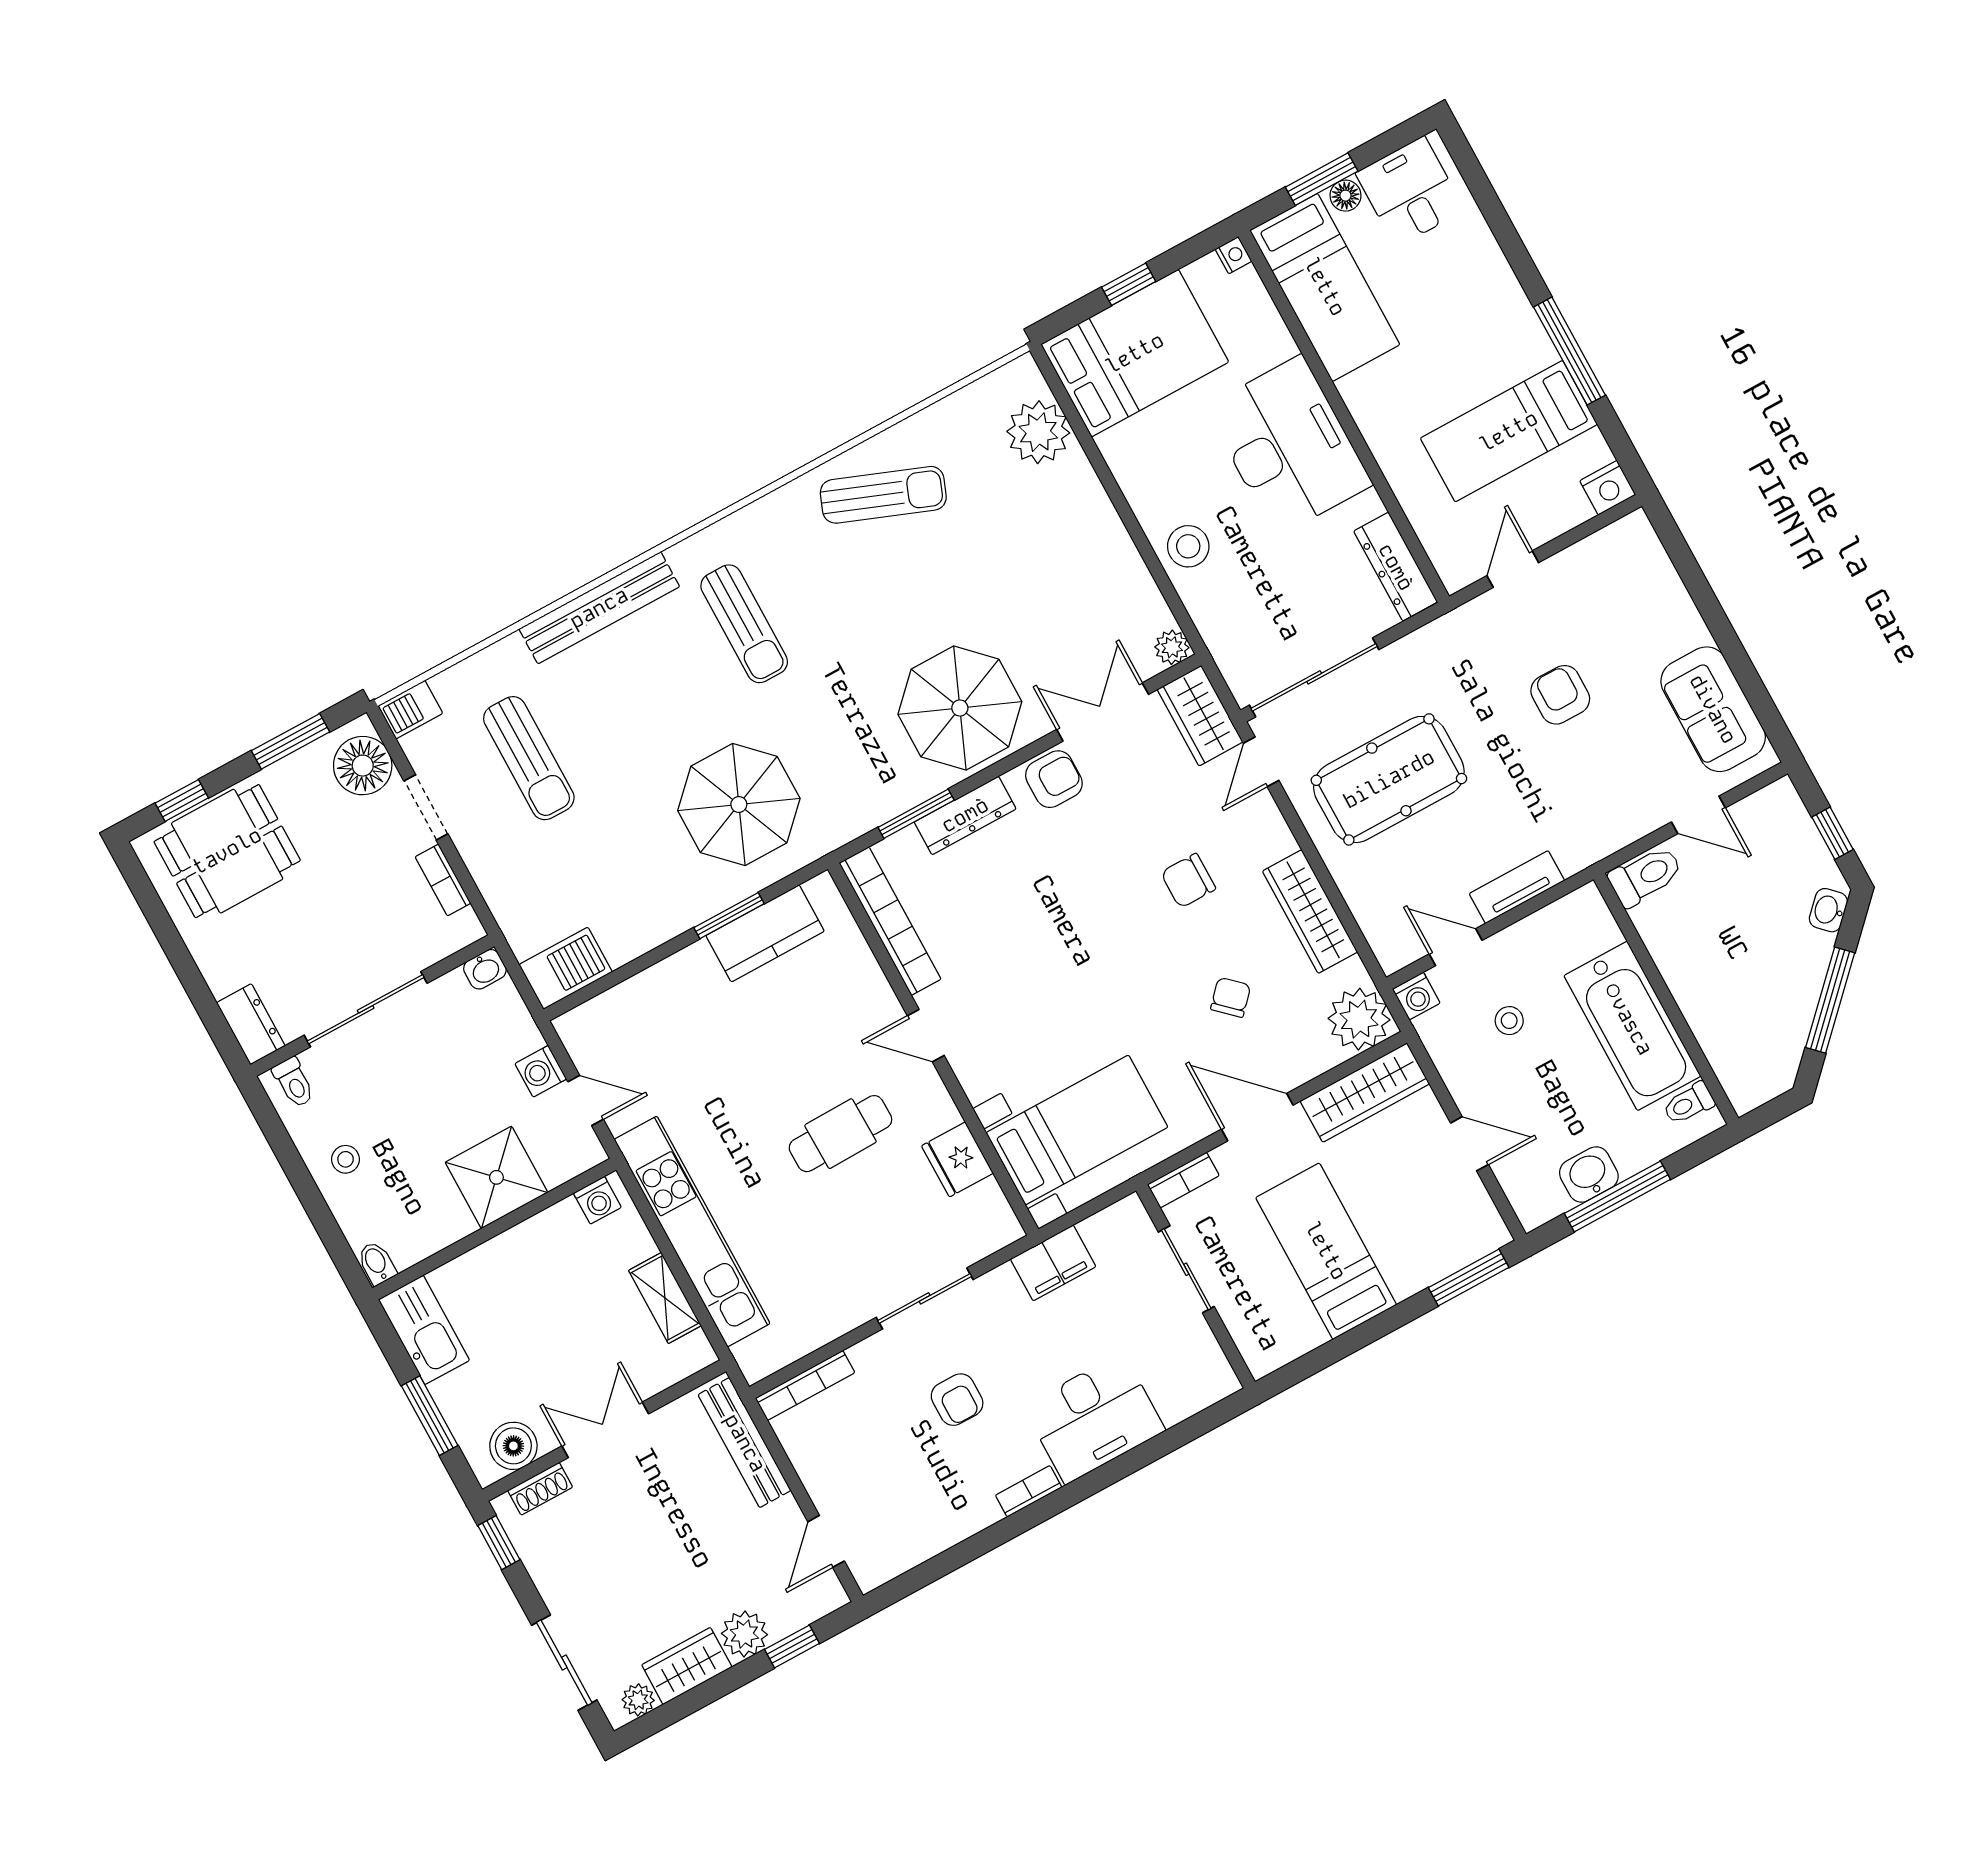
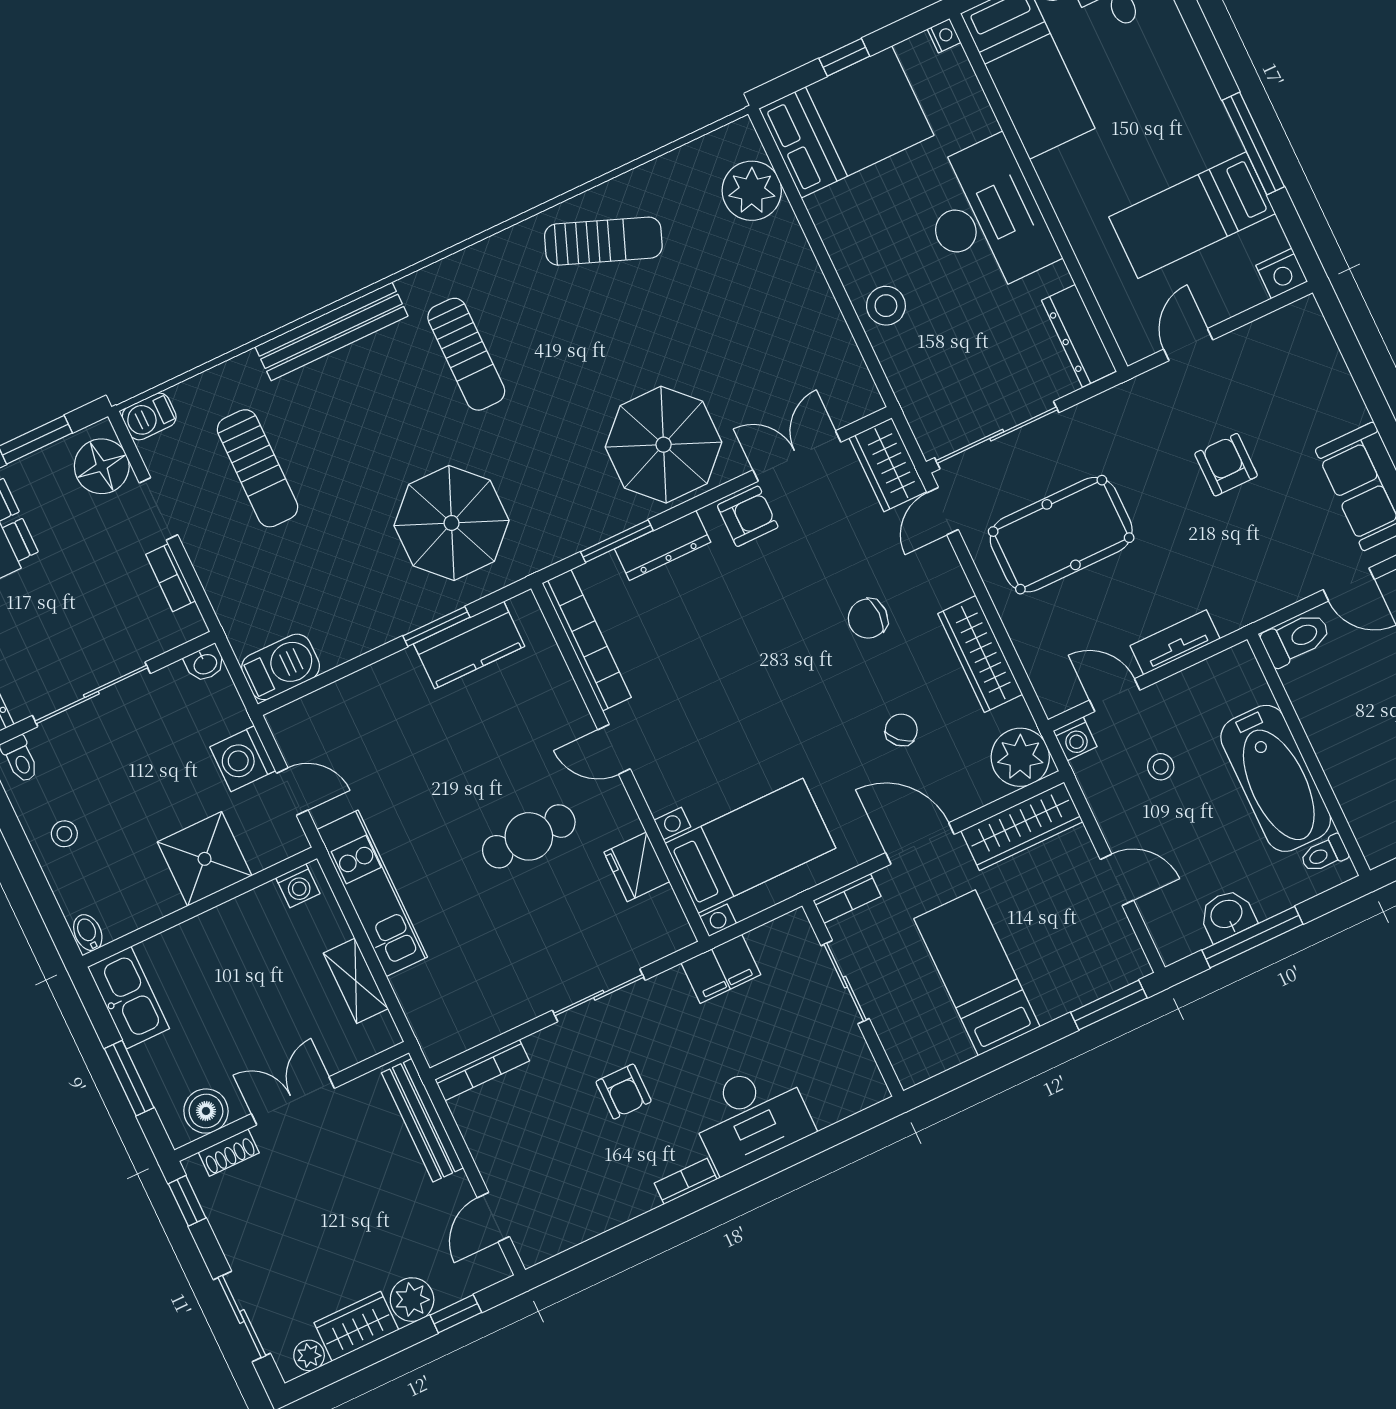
plant: (1172, 647) -> (865, 399), removed
washing machine: (541, 1071) -> (243, 759), width x1.38, depth x1.38
kitchen unit: (692, 1232) -> (372, 893), width x0.73

